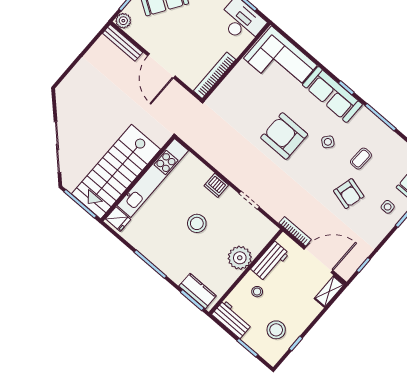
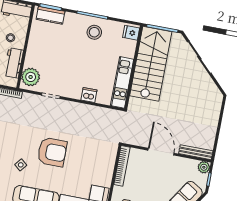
kitchen unit: (153, 178) -> (122, 82), width x0.73
dishwasher: (216, 185) -> (89, 95), moved
stool: (197, 223) -> (94, 32), moved
plant: (240, 258) -> (31, 77), moved

